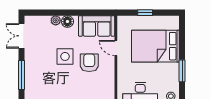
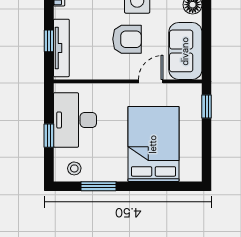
window: (145, 13) -> (207, 106), moved
window: (182, 71) -> (98, 186), moved

